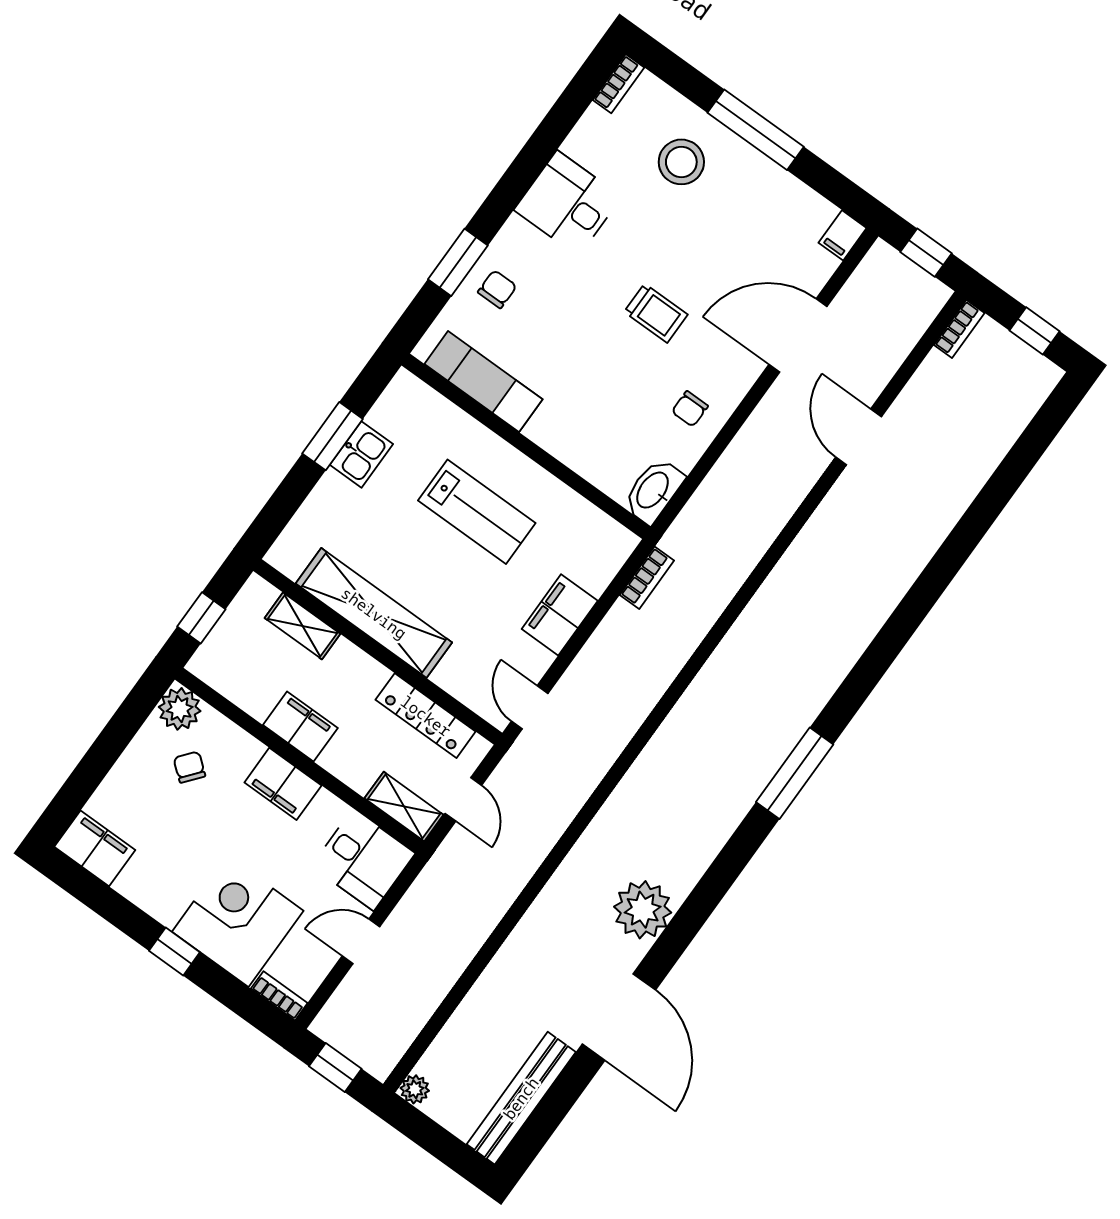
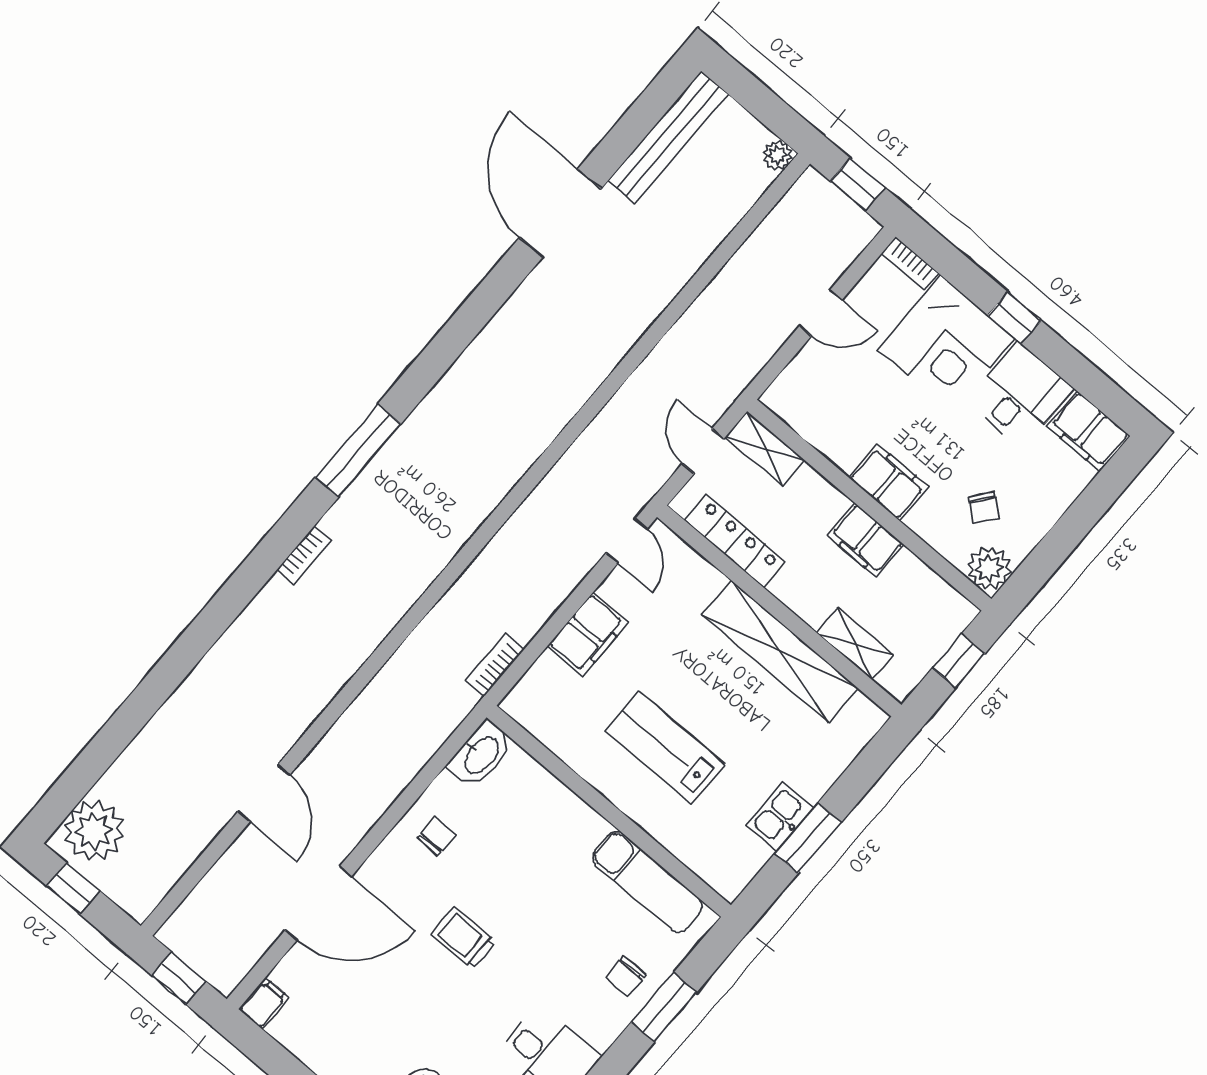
bookcase: (959, 329) -> (304, 555), moved, turned 180
desk: (363, 860) -> (1020, 395), moved, turned 90
plant: (643, 910) -> (94, 831), moved

